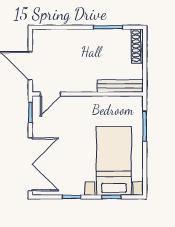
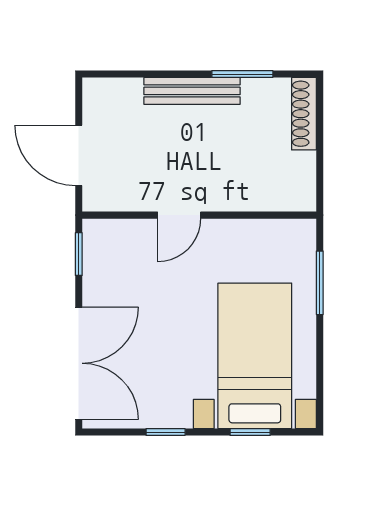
bench: (120, 86) -> (192, 91), moved
door: (50, 94) -> (179, 215), moved

